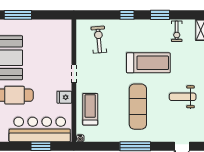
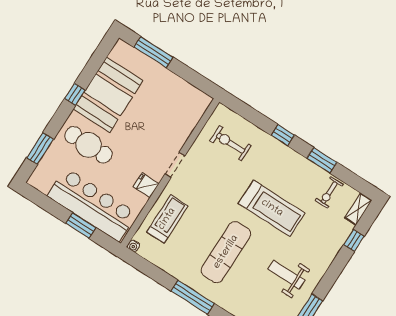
exercise bike: (99, 40) -> (231, 143), turned -85

